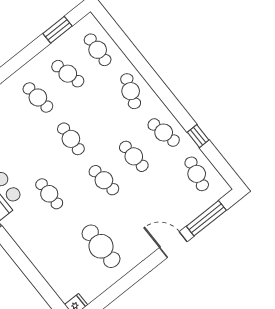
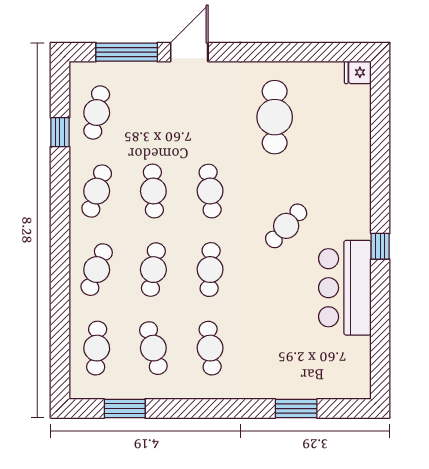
cafe table: (101, 115) -> (153, 270), added
cafe table: (164, 133) -> (97, 191), turned 30
window: (198, 136) -> (60, 132), moved
cafe table: (49, 194) -> (286, 226), turned 42
door: (173, 245) -> (189, 52), swing flipped

